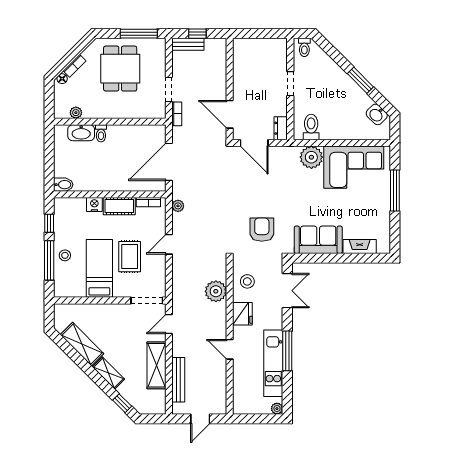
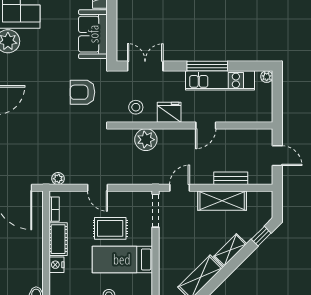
door: (169, 324) -> (180, 188), swing flipped
bench: (178, 380) -> (231, 178), width x0.73

